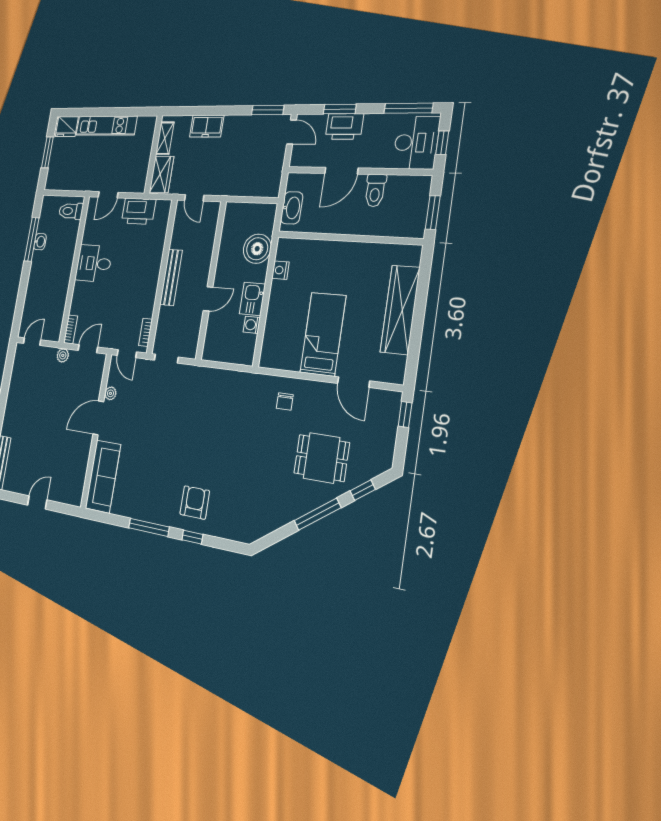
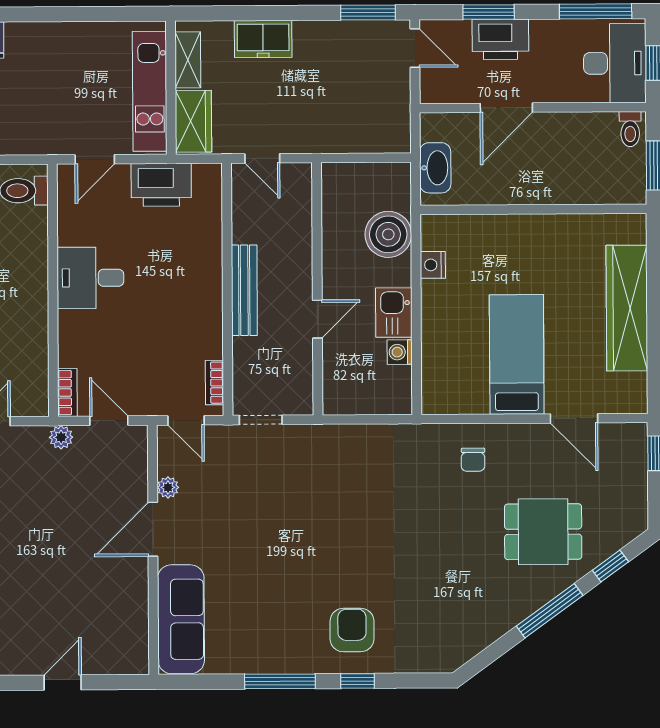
kitchen unit: (106, 126) -> (150, 91), moved, turned 90
toilet: (375, 190) -> (630, 129), moved, width x0.73, depth x0.72
door: (88, 349) -> (109, 421), hinge flipped

